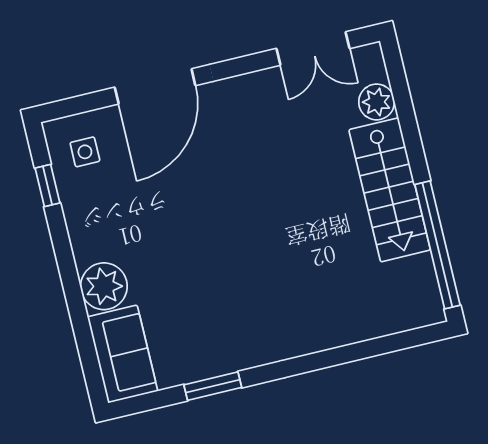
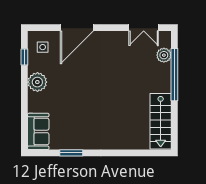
stairs: (390, 190) -> (161, 121), moved
window: (437, 245) -> (174, 75), moved
plant: (104, 286) -> (37, 82), moved

